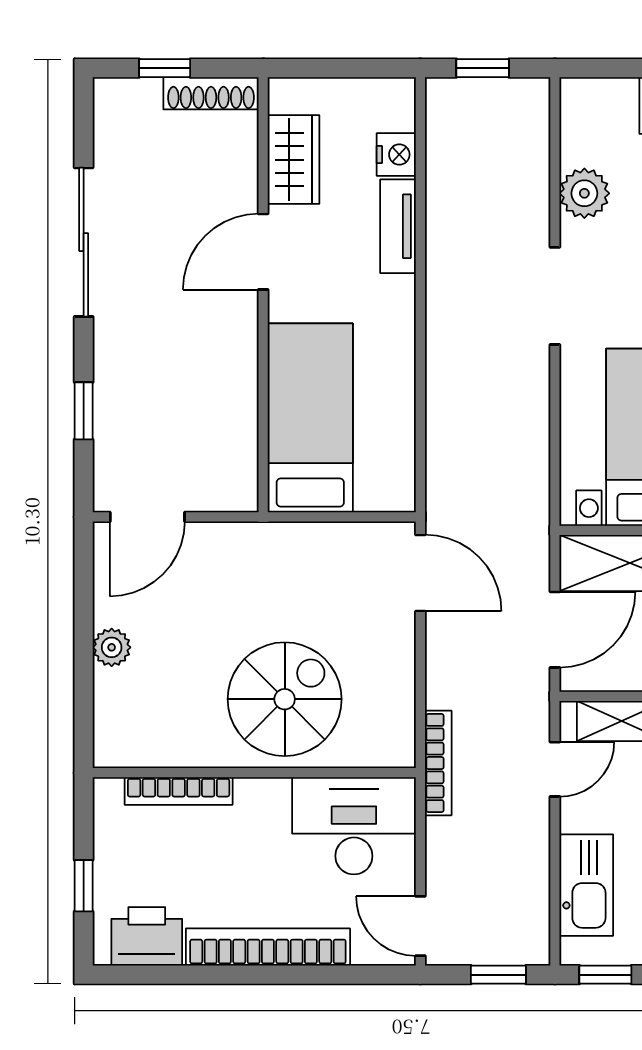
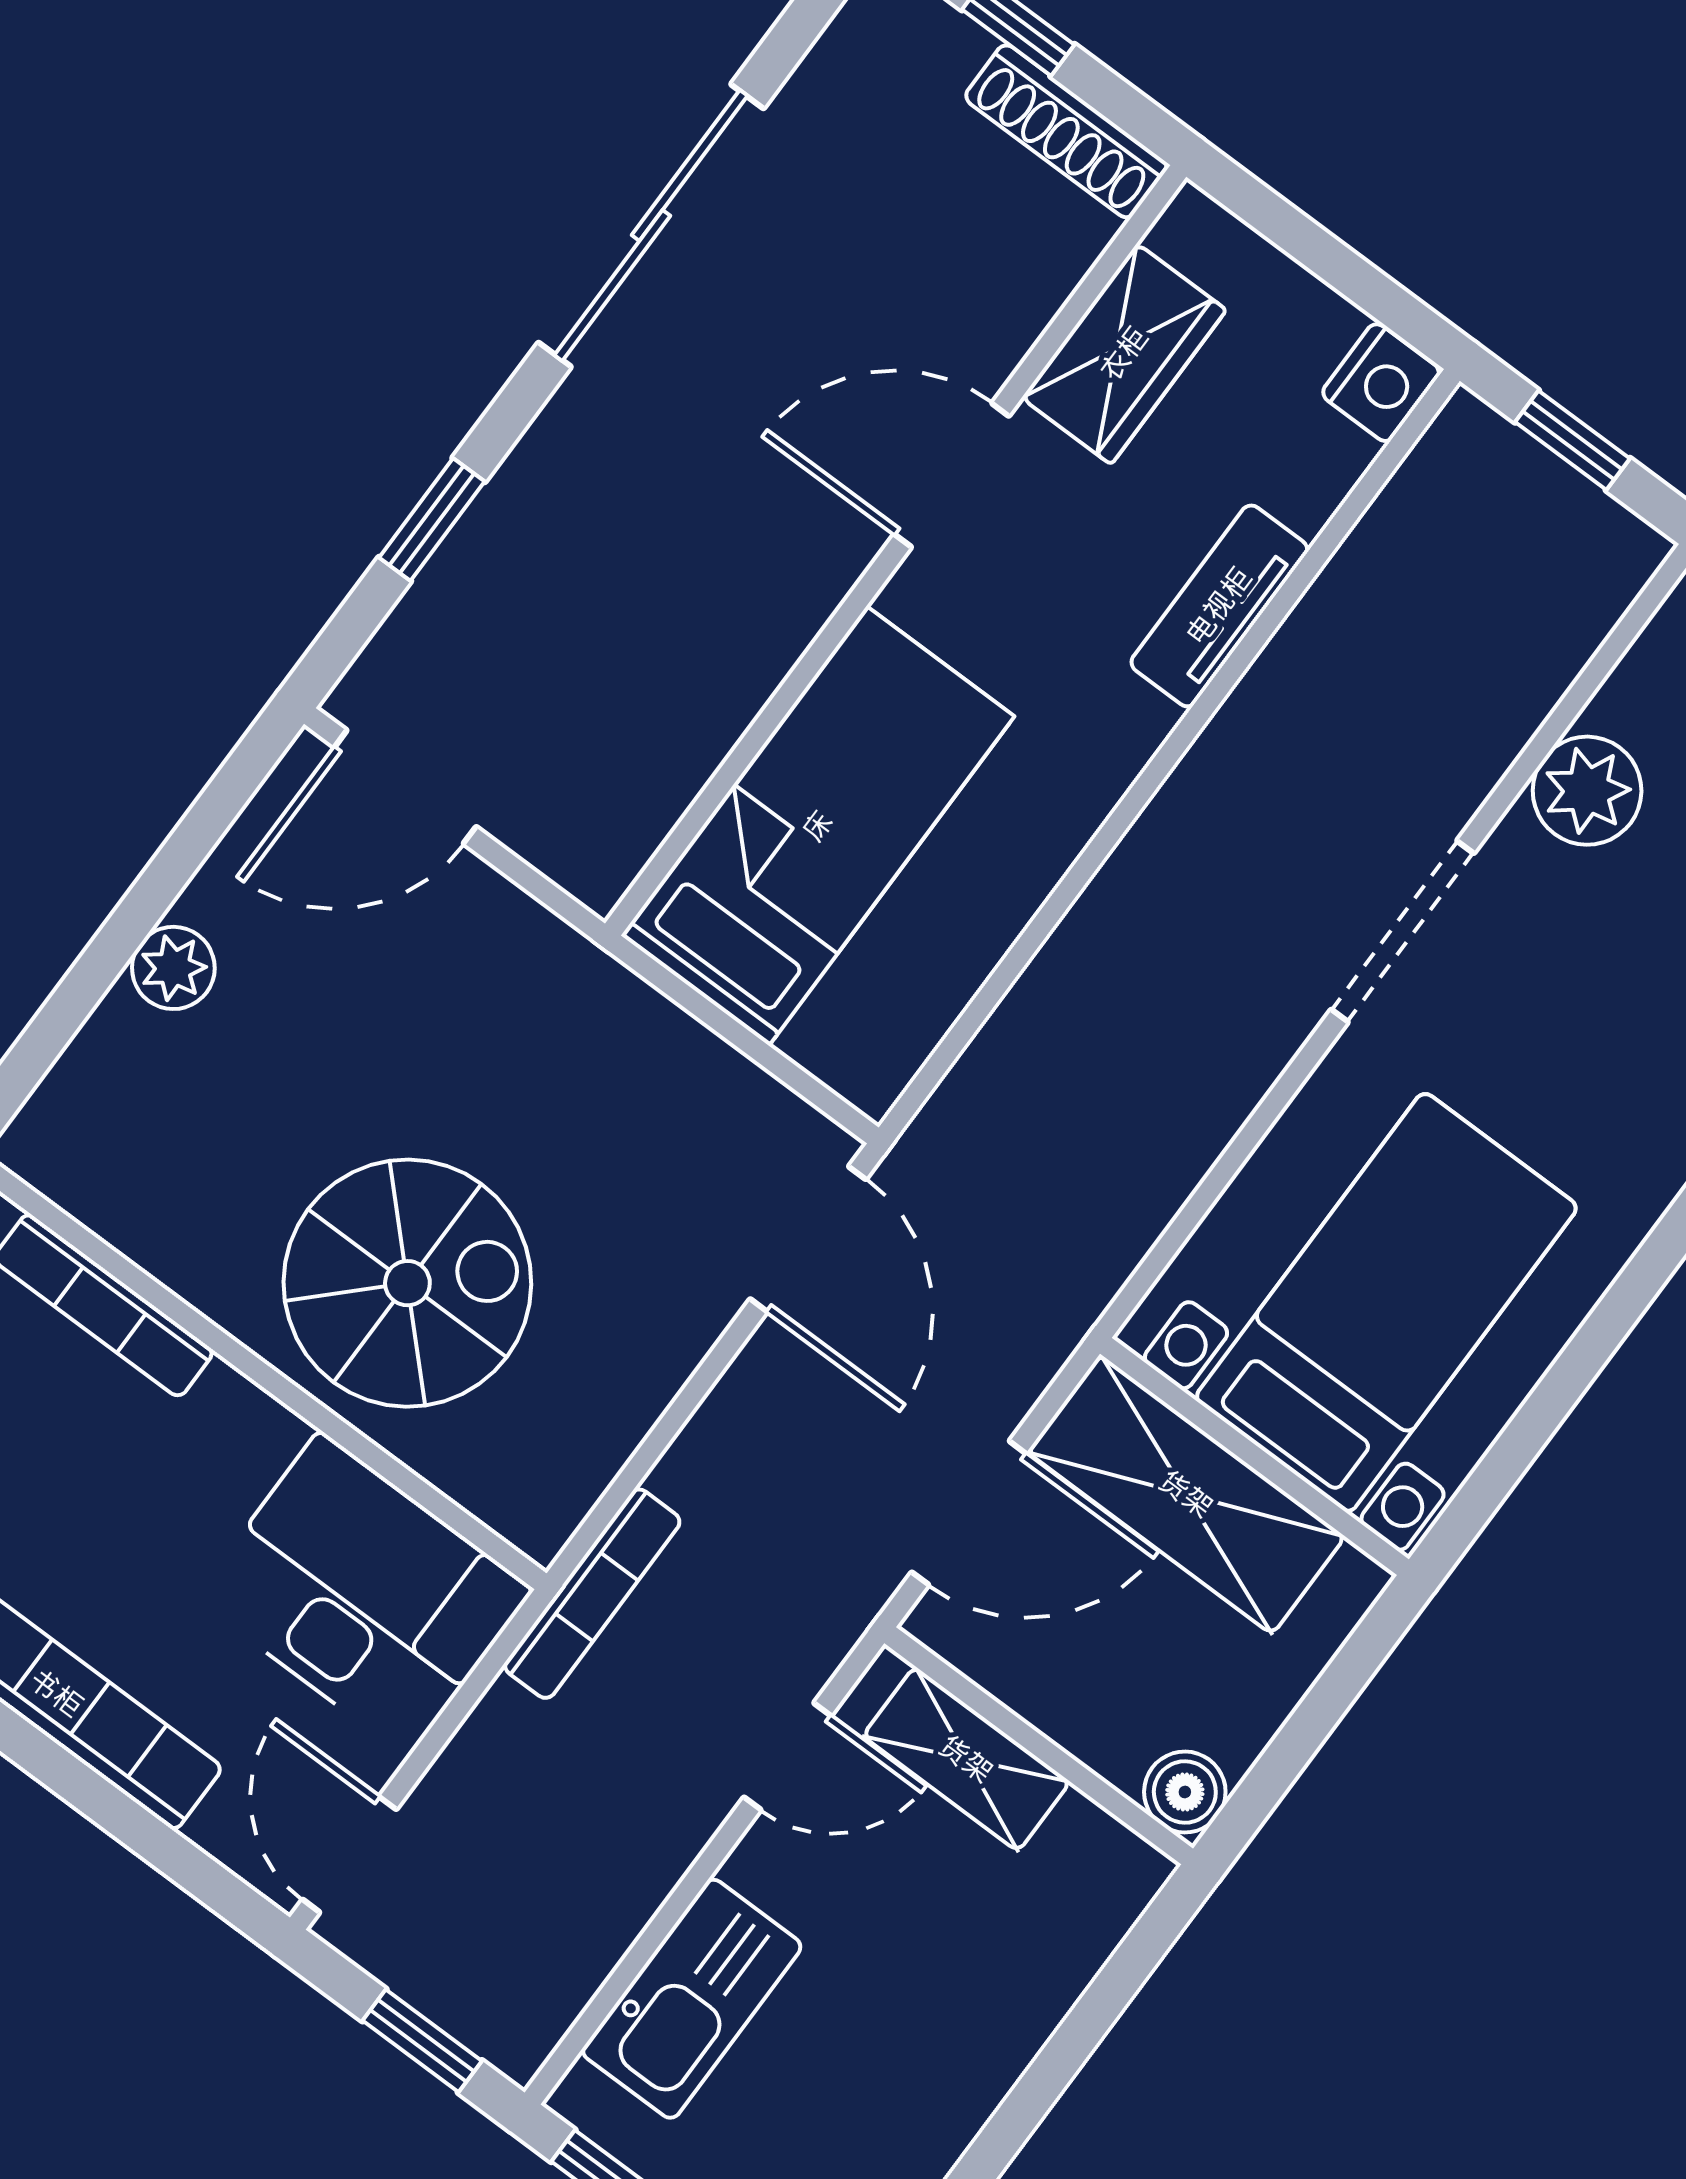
nightstand: (396, 155) -> (1381, 383), moved

